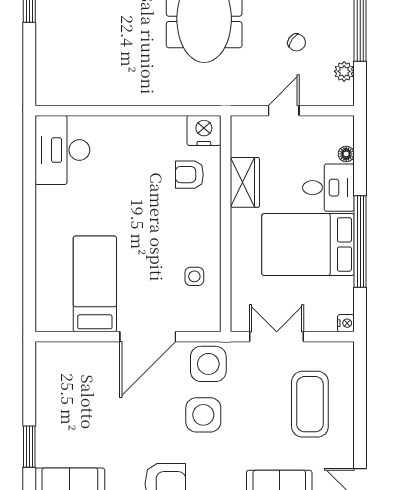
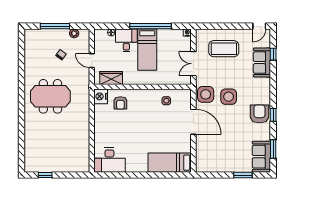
wardrobe: (245, 182) -> (111, 78), moved
bed: (308, 244) -> (147, 50), width x0.67
bed: (95, 284) -> (170, 163), moved

